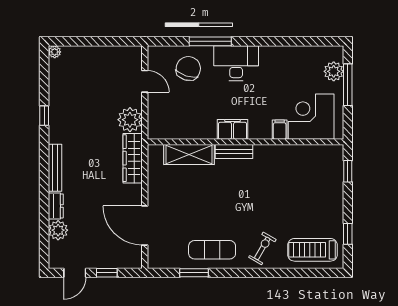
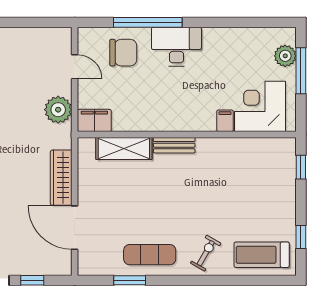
window: (210, 41) -> (148, 22), width x1.46
chair: (188, 68) -> (123, 53), turned 72
filing cabinet: (233, 129) -> (94, 120), moved
wardrobe: (133, 158) -> (61, 178), moved

